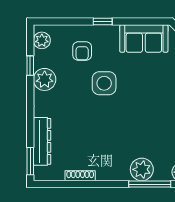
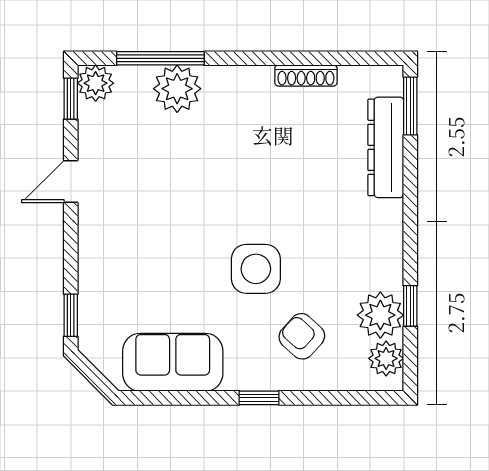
armchair: (82, 51) -> (302, 336), turned -48
plant: (45, 79) -> (380, 315), moved

